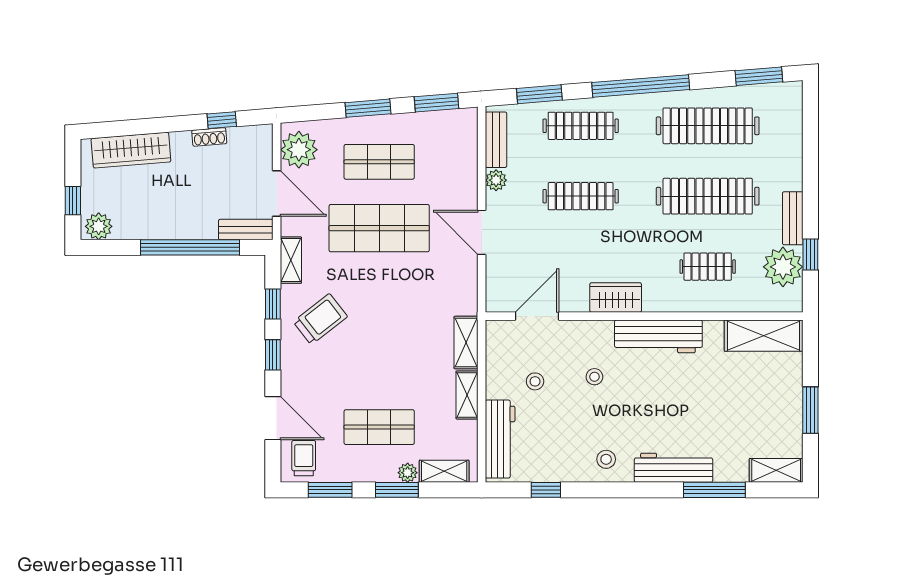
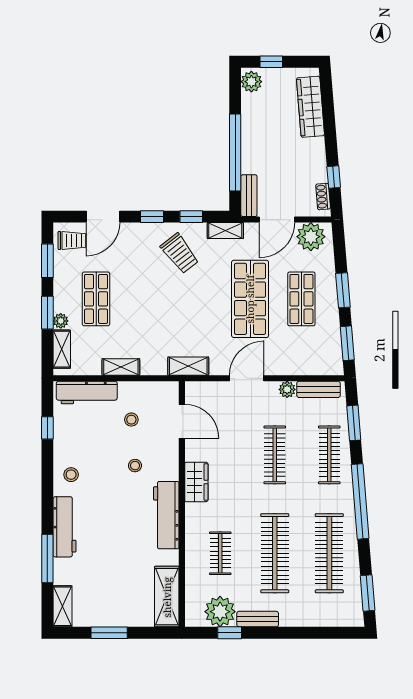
shoe rack: (209, 137) -> (323, 197), moved
shelving: (466, 343) -> (188, 366), moved

